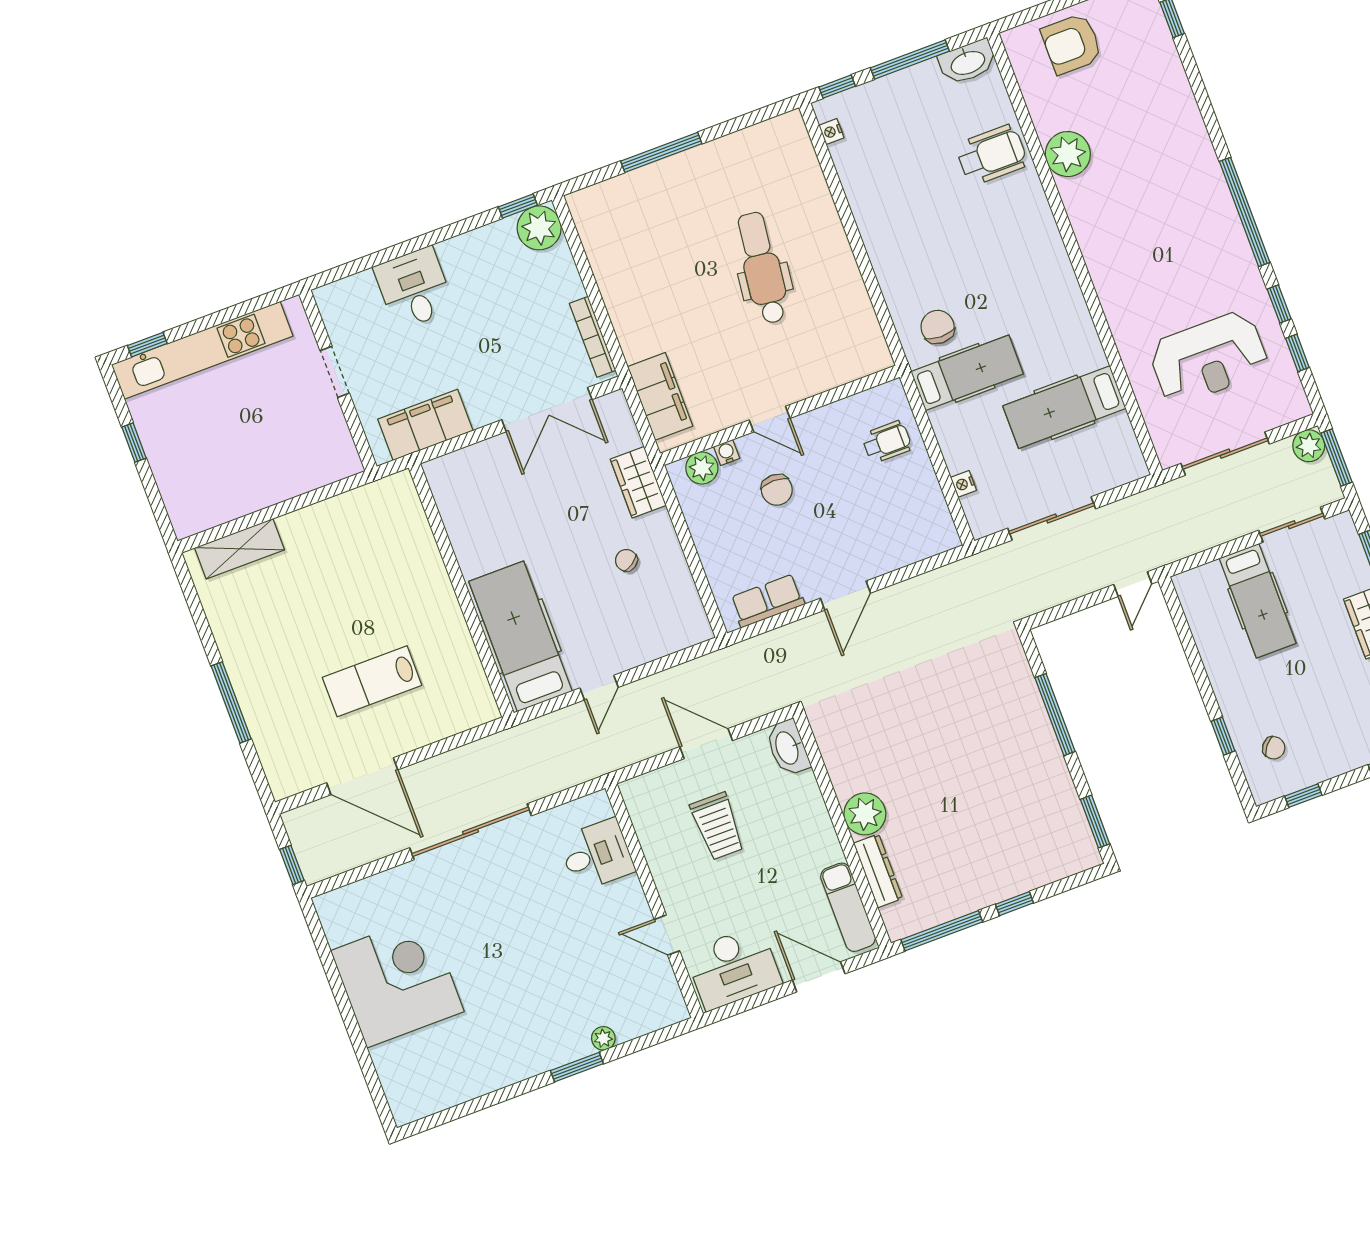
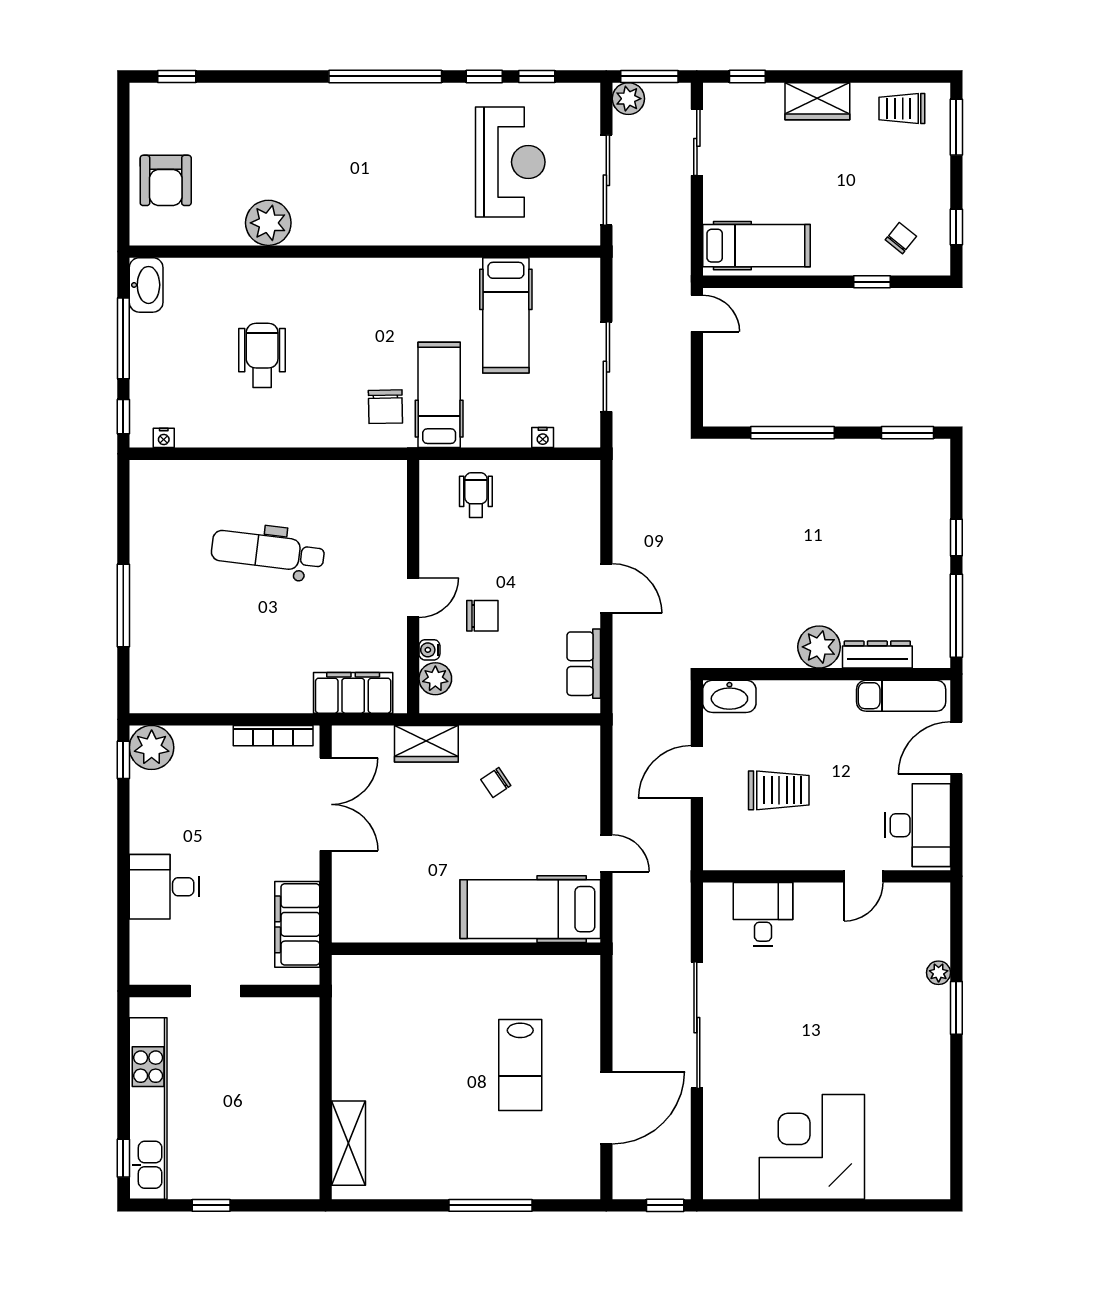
wheelchair: (992, 155) -> (262, 355), moved
chair: (938, 327) -> (385, 407), turned -92
hospital bed: (1258, 601) -> (757, 246), moved

